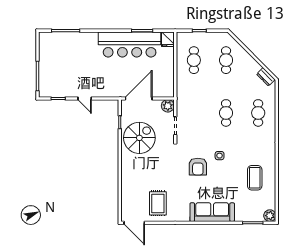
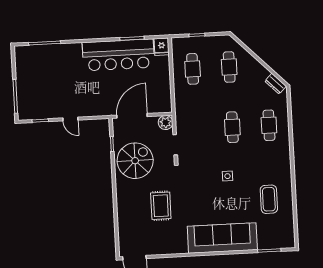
armchair: (198, 167) -> (203, 190), removed
rug: (158, 203) -> (161, 206), moved
sofa: (212, 212) -> (222, 238), width x1.36, depth x1.27
plant: (270, 216) -> (288, 242), removed

